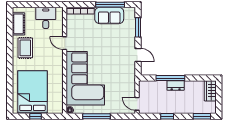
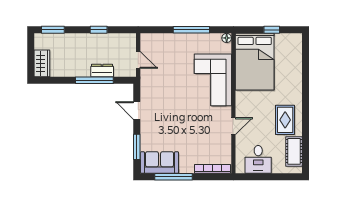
sofa: (109, 15) -> (160, 162), moved
door: (65, 43) -> (233, 126), hinge flipped
corner sofa: (85, 78) -> (213, 80), width x0.73, depth x0.74
dresser: (176, 85) -> (102, 70), moved
bed: (32, 92) -> (255, 62), moved
door: (137, 104) -> (138, 60), moved

